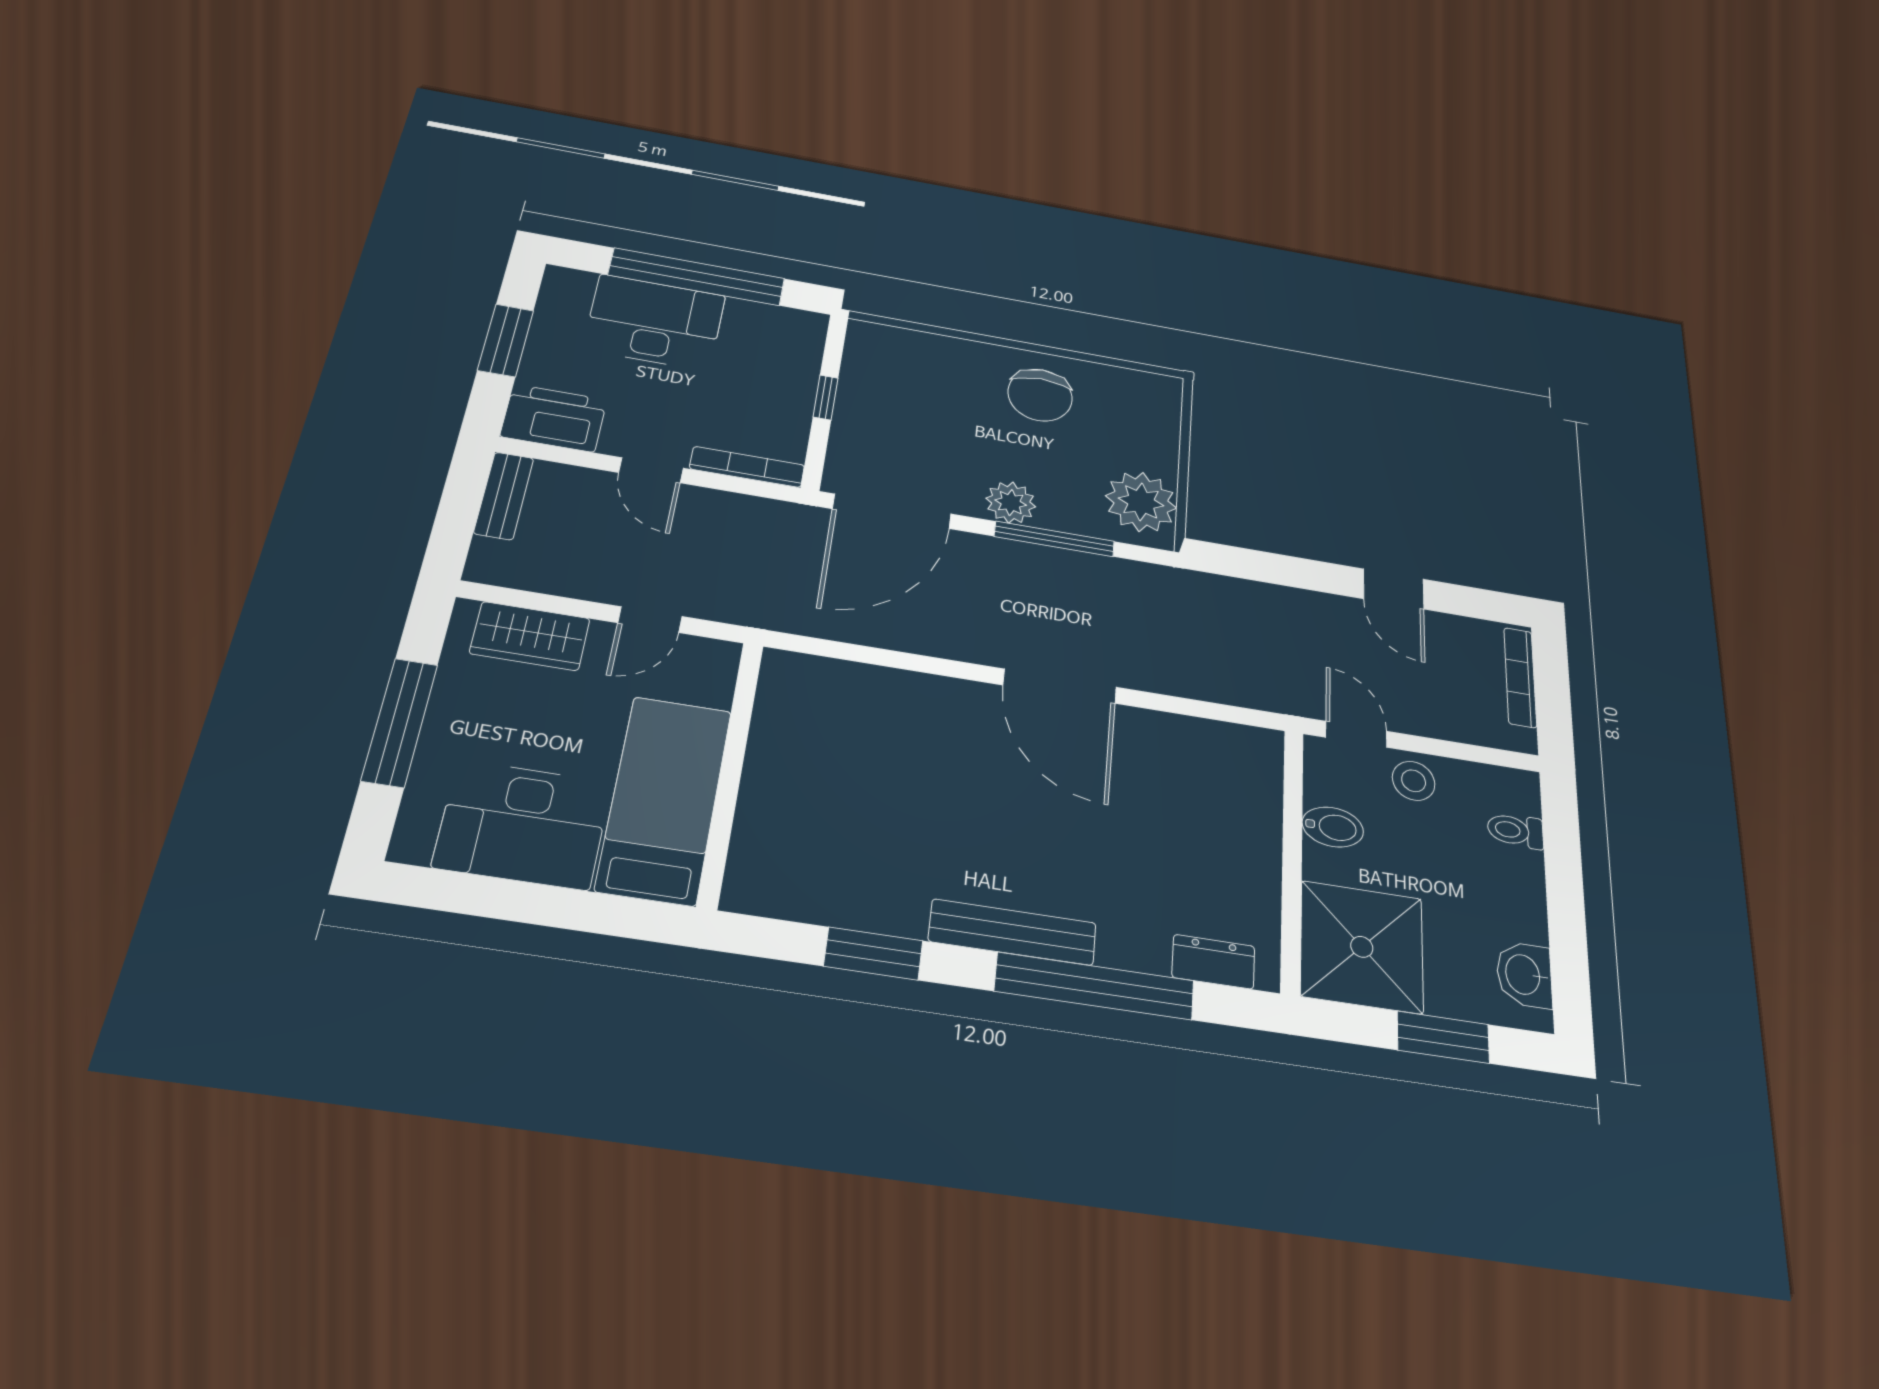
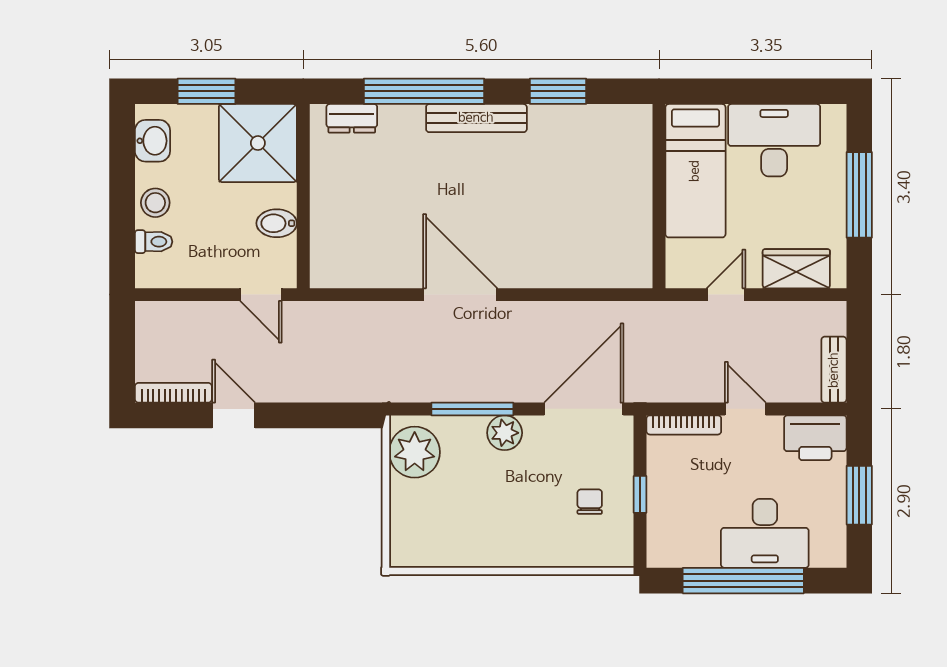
chair: (1040, 395) -> (590, 502), moved, width x0.54, depth x0.54
bookcase: (1520, 677) -> (173, 393), moved, turned -90
stool: (1414, 781) -> (155, 203), moved

